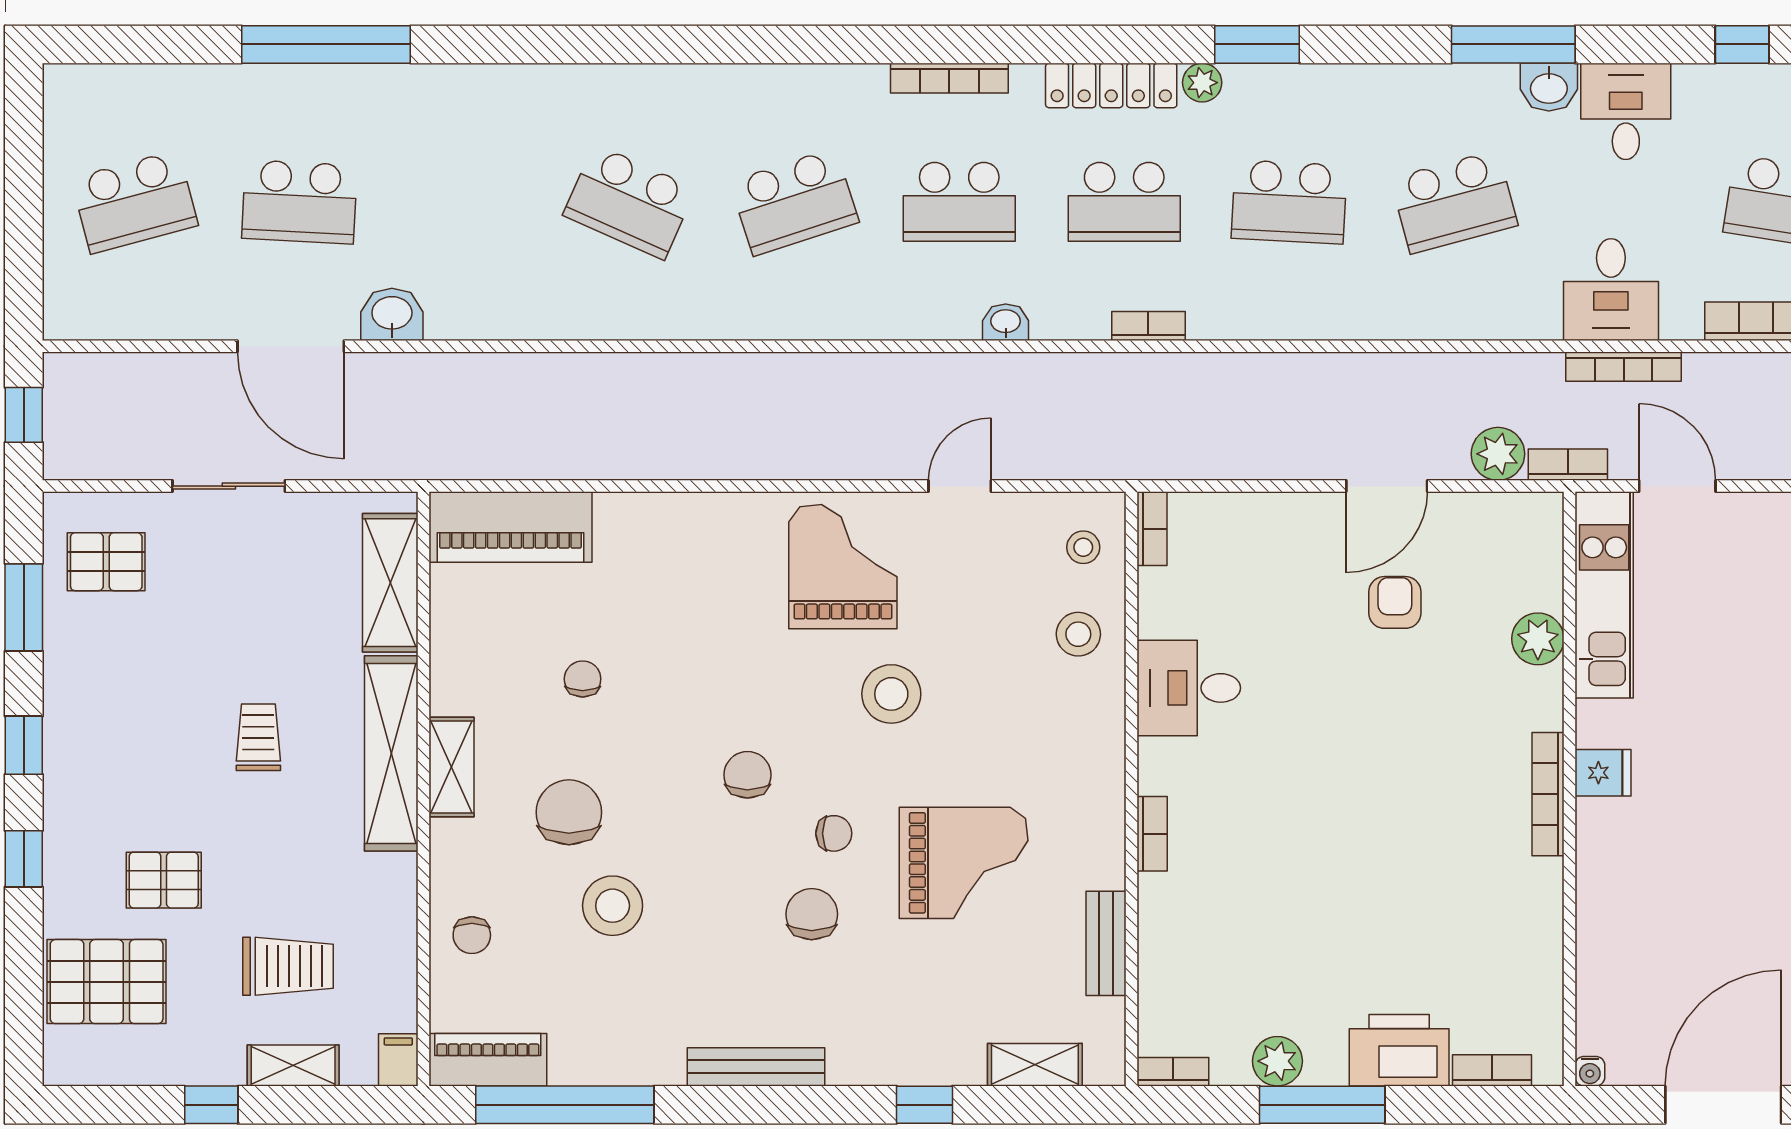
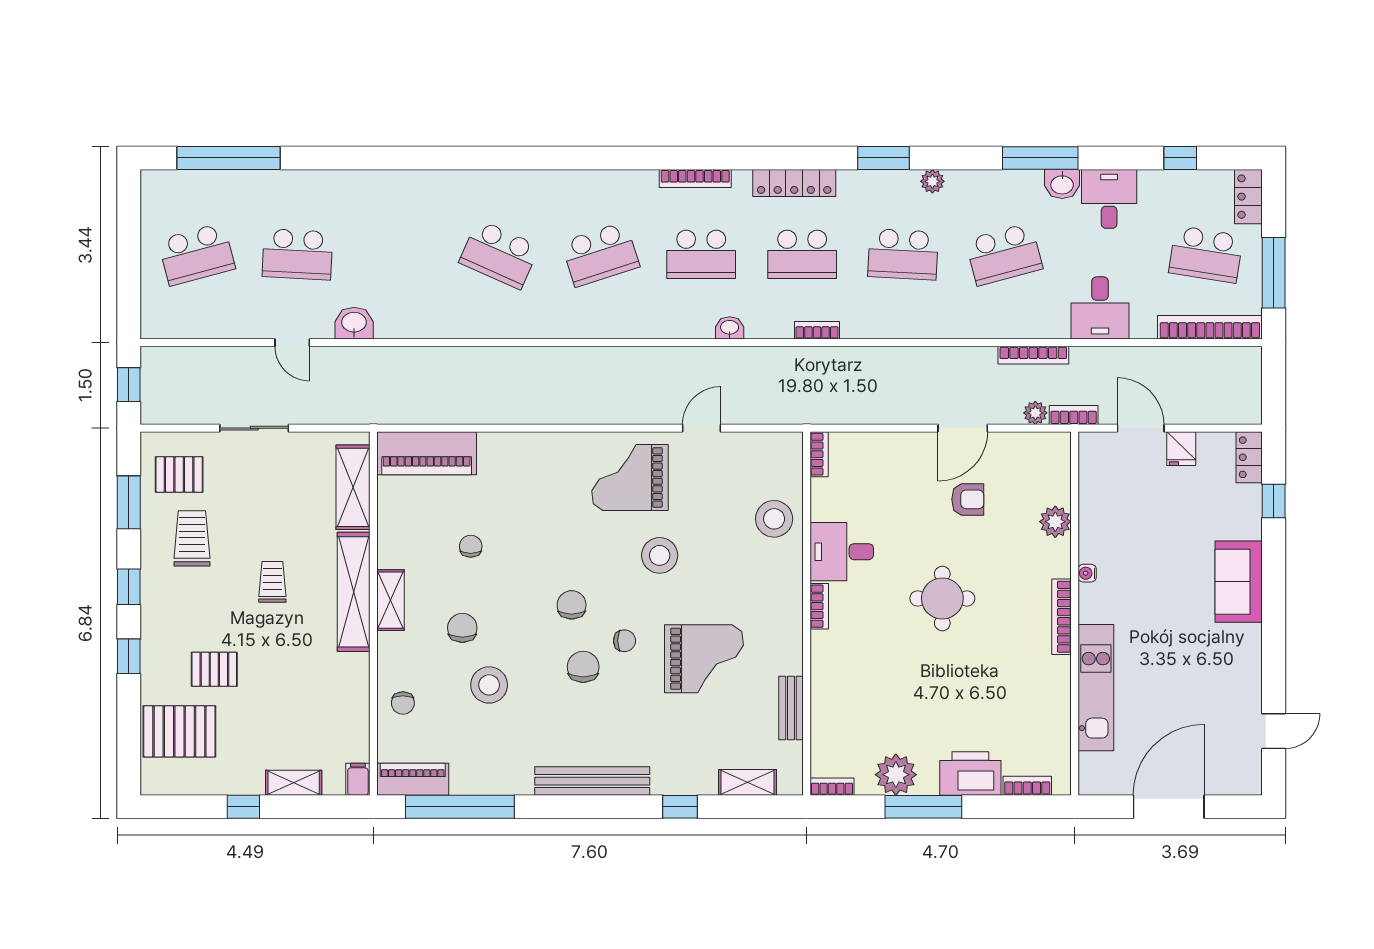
window: (326, 44) -> (228, 158), moved
plant: (1202, 83) -> (932, 181), moved
door: (291, 346) -> (292, 343), width x0.53
bookcase: (1624, 367) -> (1033, 355), moved
plant: (1498, 454) -> (1035, 413), width x0.73, depth x0.73
stool: (1083, 547) -> (777, 466), removed
grand piano: (843, 567) -> (630, 477), turned -90
kitchen unit: (1604, 595) -> (1096, 688), moved
armchair: (1395, 602) -> (968, 499), turned 90
stool: (1078, 634) -> (774, 519), width x1.38, depth x1.38
round table: (1353, 764) -> (942, 598), added
fridge: (1603, 773) -> (1181, 449), moved, turned 90
chair: (569, 812) -> (462, 628), width x0.73, depth x0.73
bookcase: (1152, 834) -> (819, 606), moved
chair: (812, 914) -> (583, 667), moved
trolley: (288, 966) -> (192, 538), moved, turned -90
plant: (1277, 1061) -> (896, 775), width x1.36, depth x1.36
bench: (756, 1067) -> (592, 781), width x1.37, depth x1.21
water cooler: (1590, 1071) -> (1087, 573), moved, turned 90

